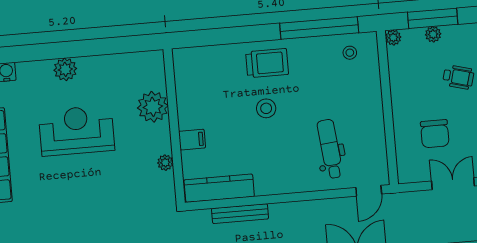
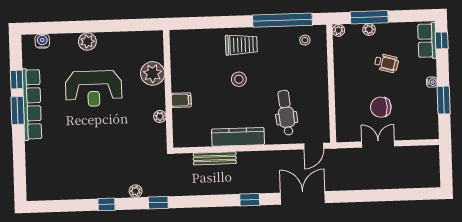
reception desk: (77, 131) -> (94, 89), turned 180
chair: (435, 134) -> (381, 107), moved, turned 90
kitchen counter: (219, 188) -> (238, 137), moved

